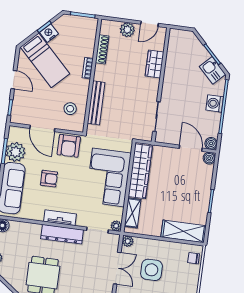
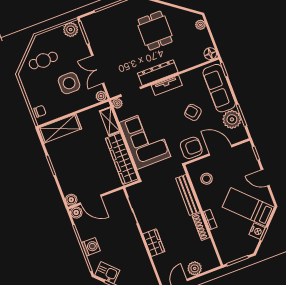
shoe rack: (102, 49) -> (201, 227), moved
wardrobe: (154, 64) -> (154, 243), moved
armchair: (69, 146) -> (191, 148), turned 90
armchair: (49, 179) -> (193, 112), turned 50

